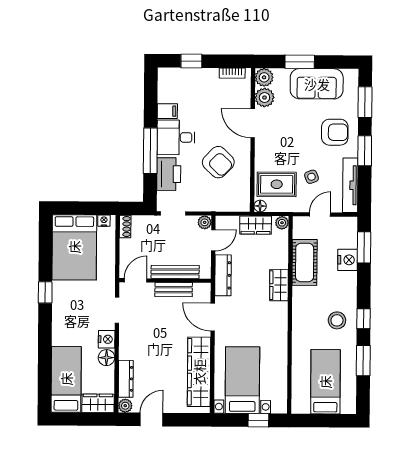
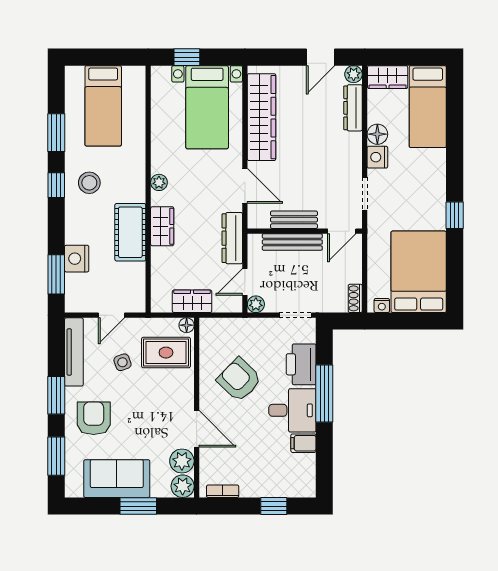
armchair: (335, 132) -> (94, 418), turned 90
plant: (282, 223) -> (159, 182), moved
cot: (305, 262) -> (130, 232), moved

